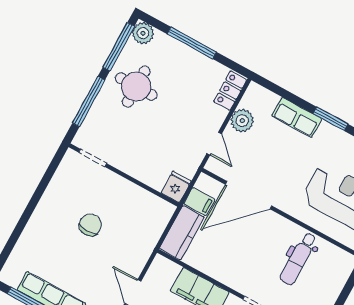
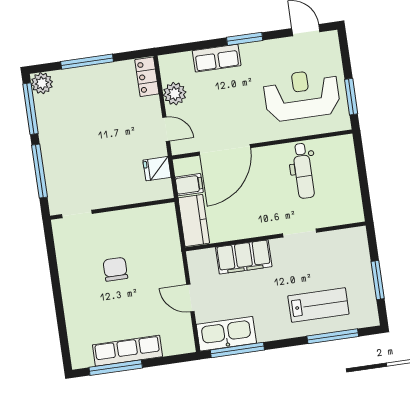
round table: (136, 87) -> (69, 130), removed
fridge: (176, 187) -> (157, 169), moved, turned -90

